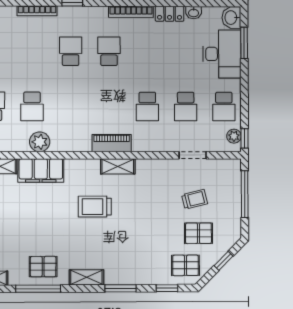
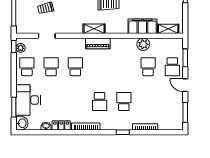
school desk: (71, 51) -> (124, 101), turned 180

